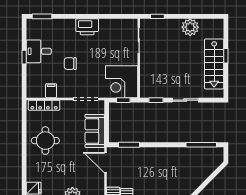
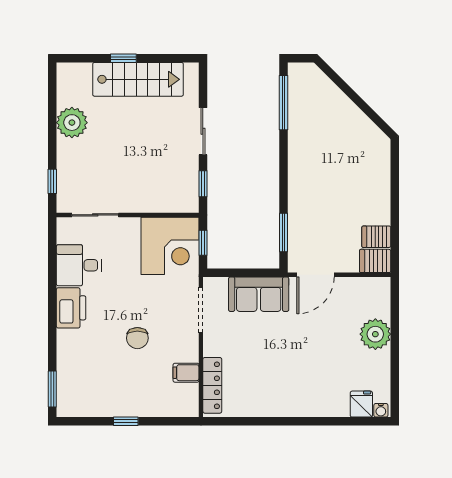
desk: (39, 51) -> (79, 265), moved, turned 90
round table: (45, 141) -> (276, 383), removed

